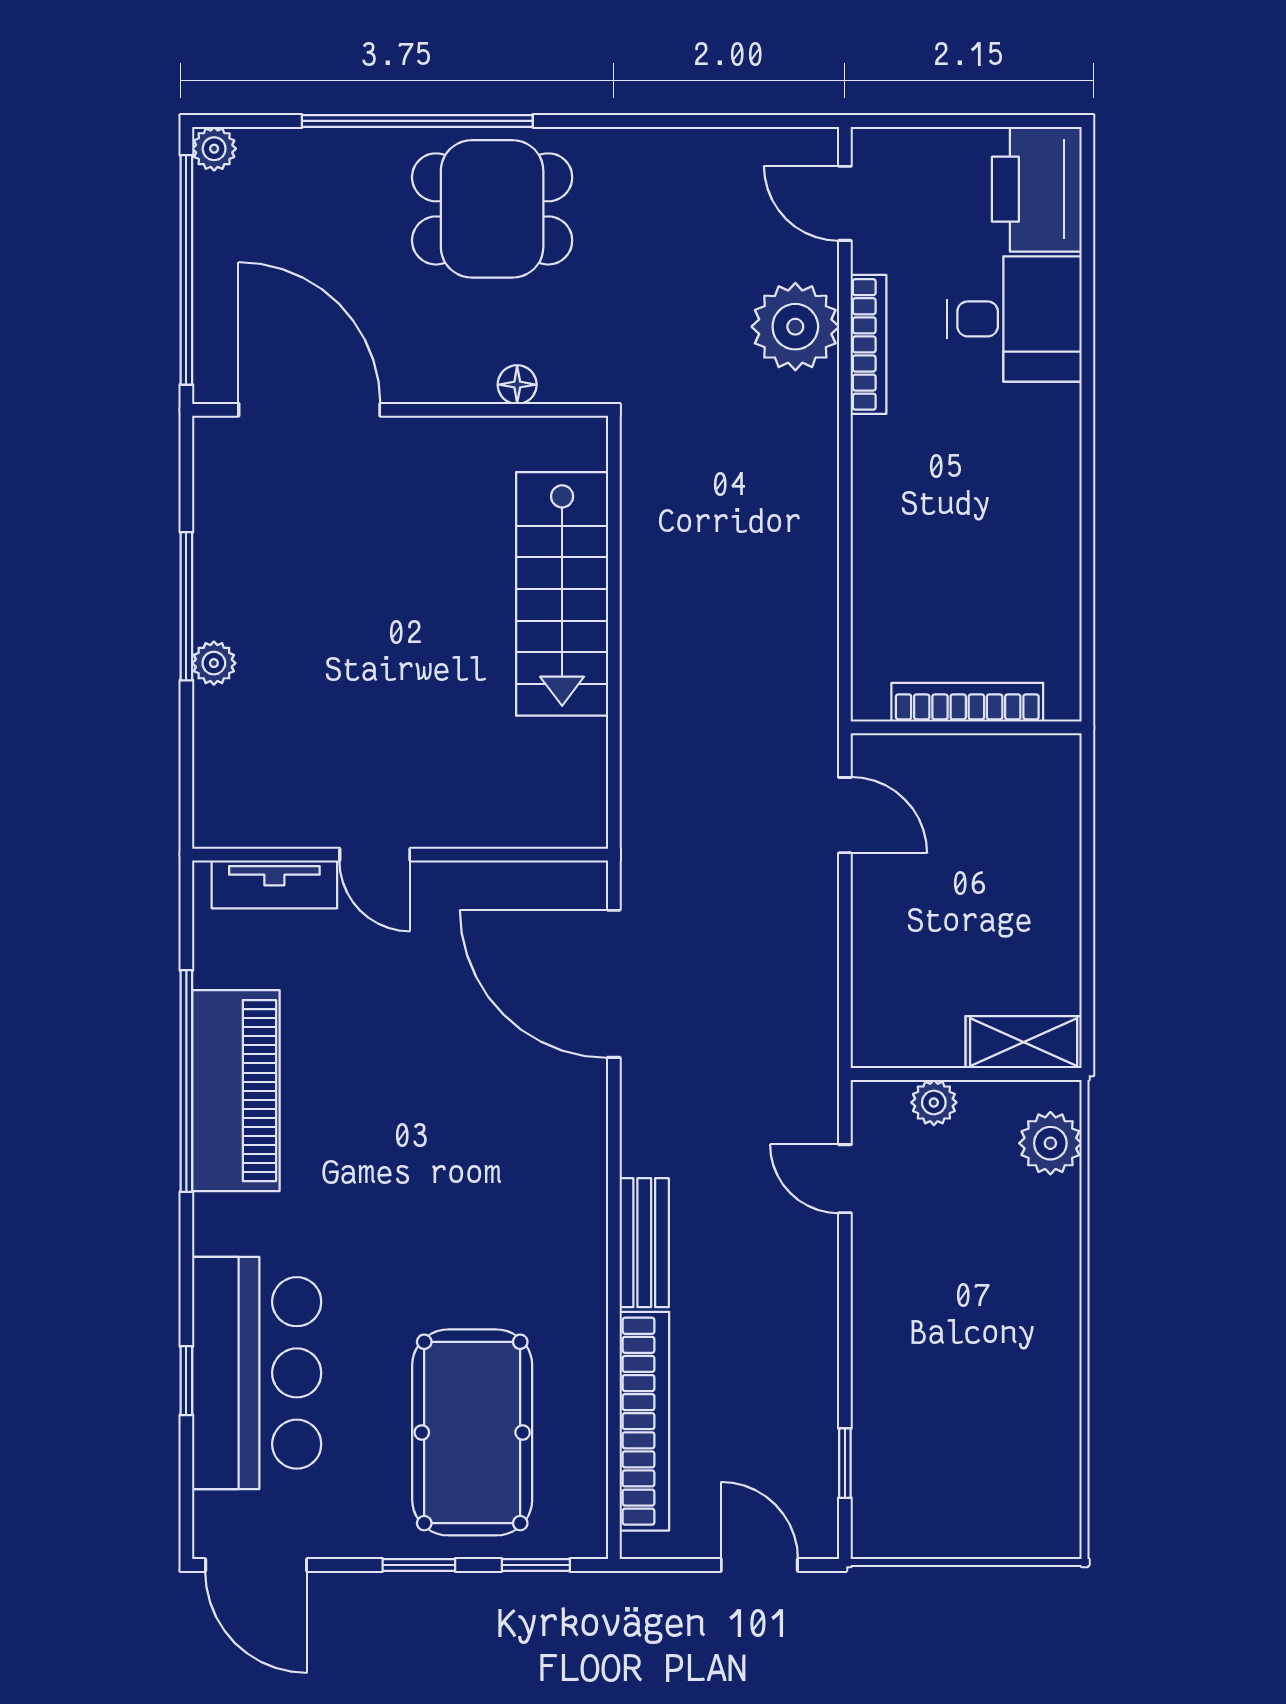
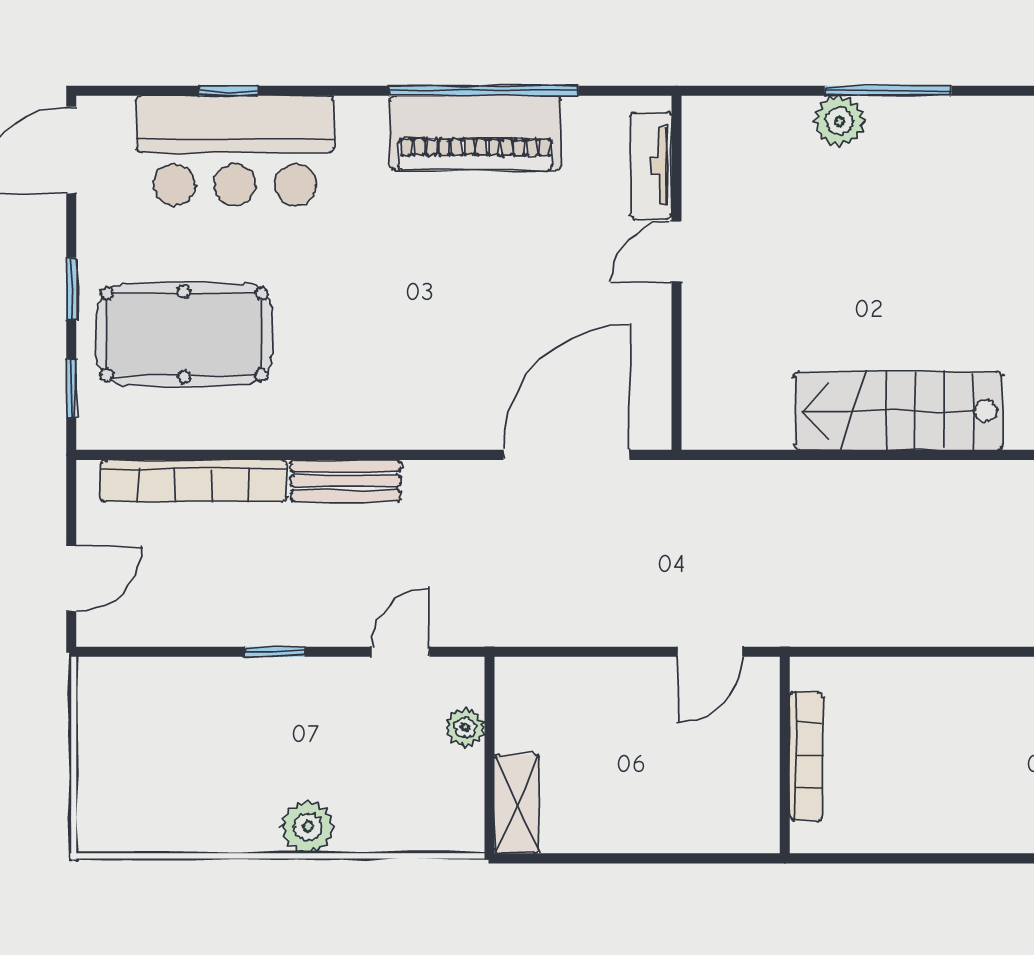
plant: (214, 663) -> (840, 121), width x1.38, depth x1.38
plant: (1050, 1143) -> (308, 827), moved
window: (845, 1463) -> (275, 652), moved

